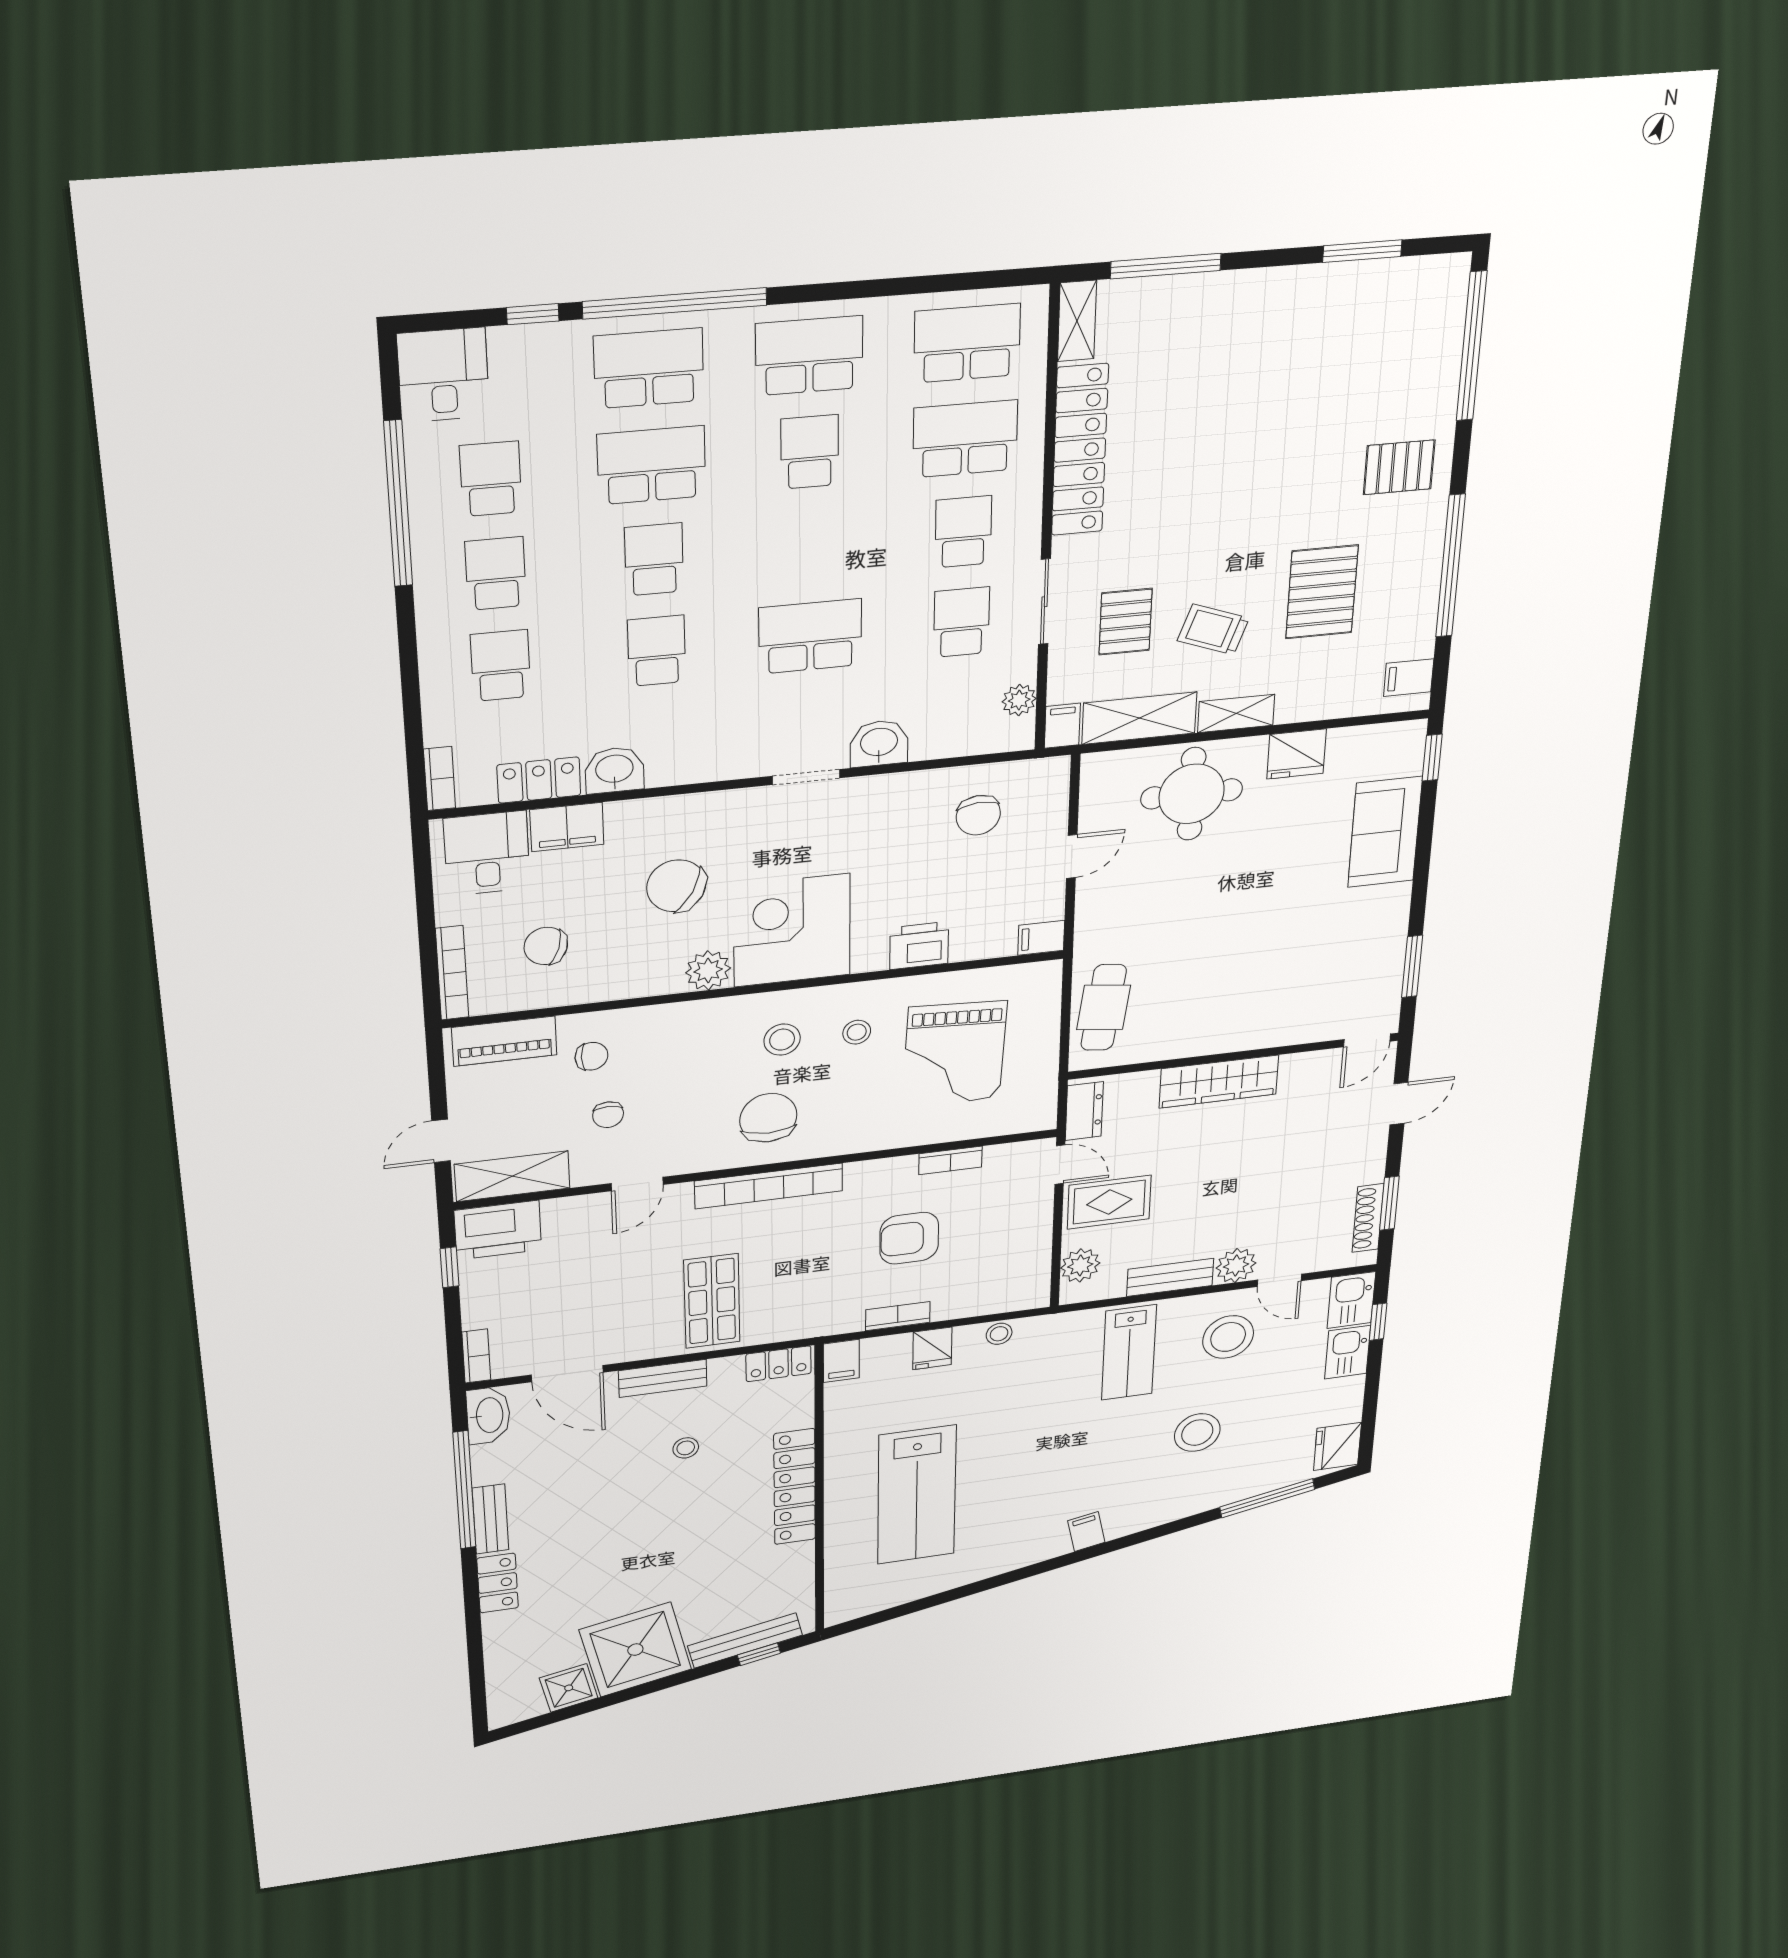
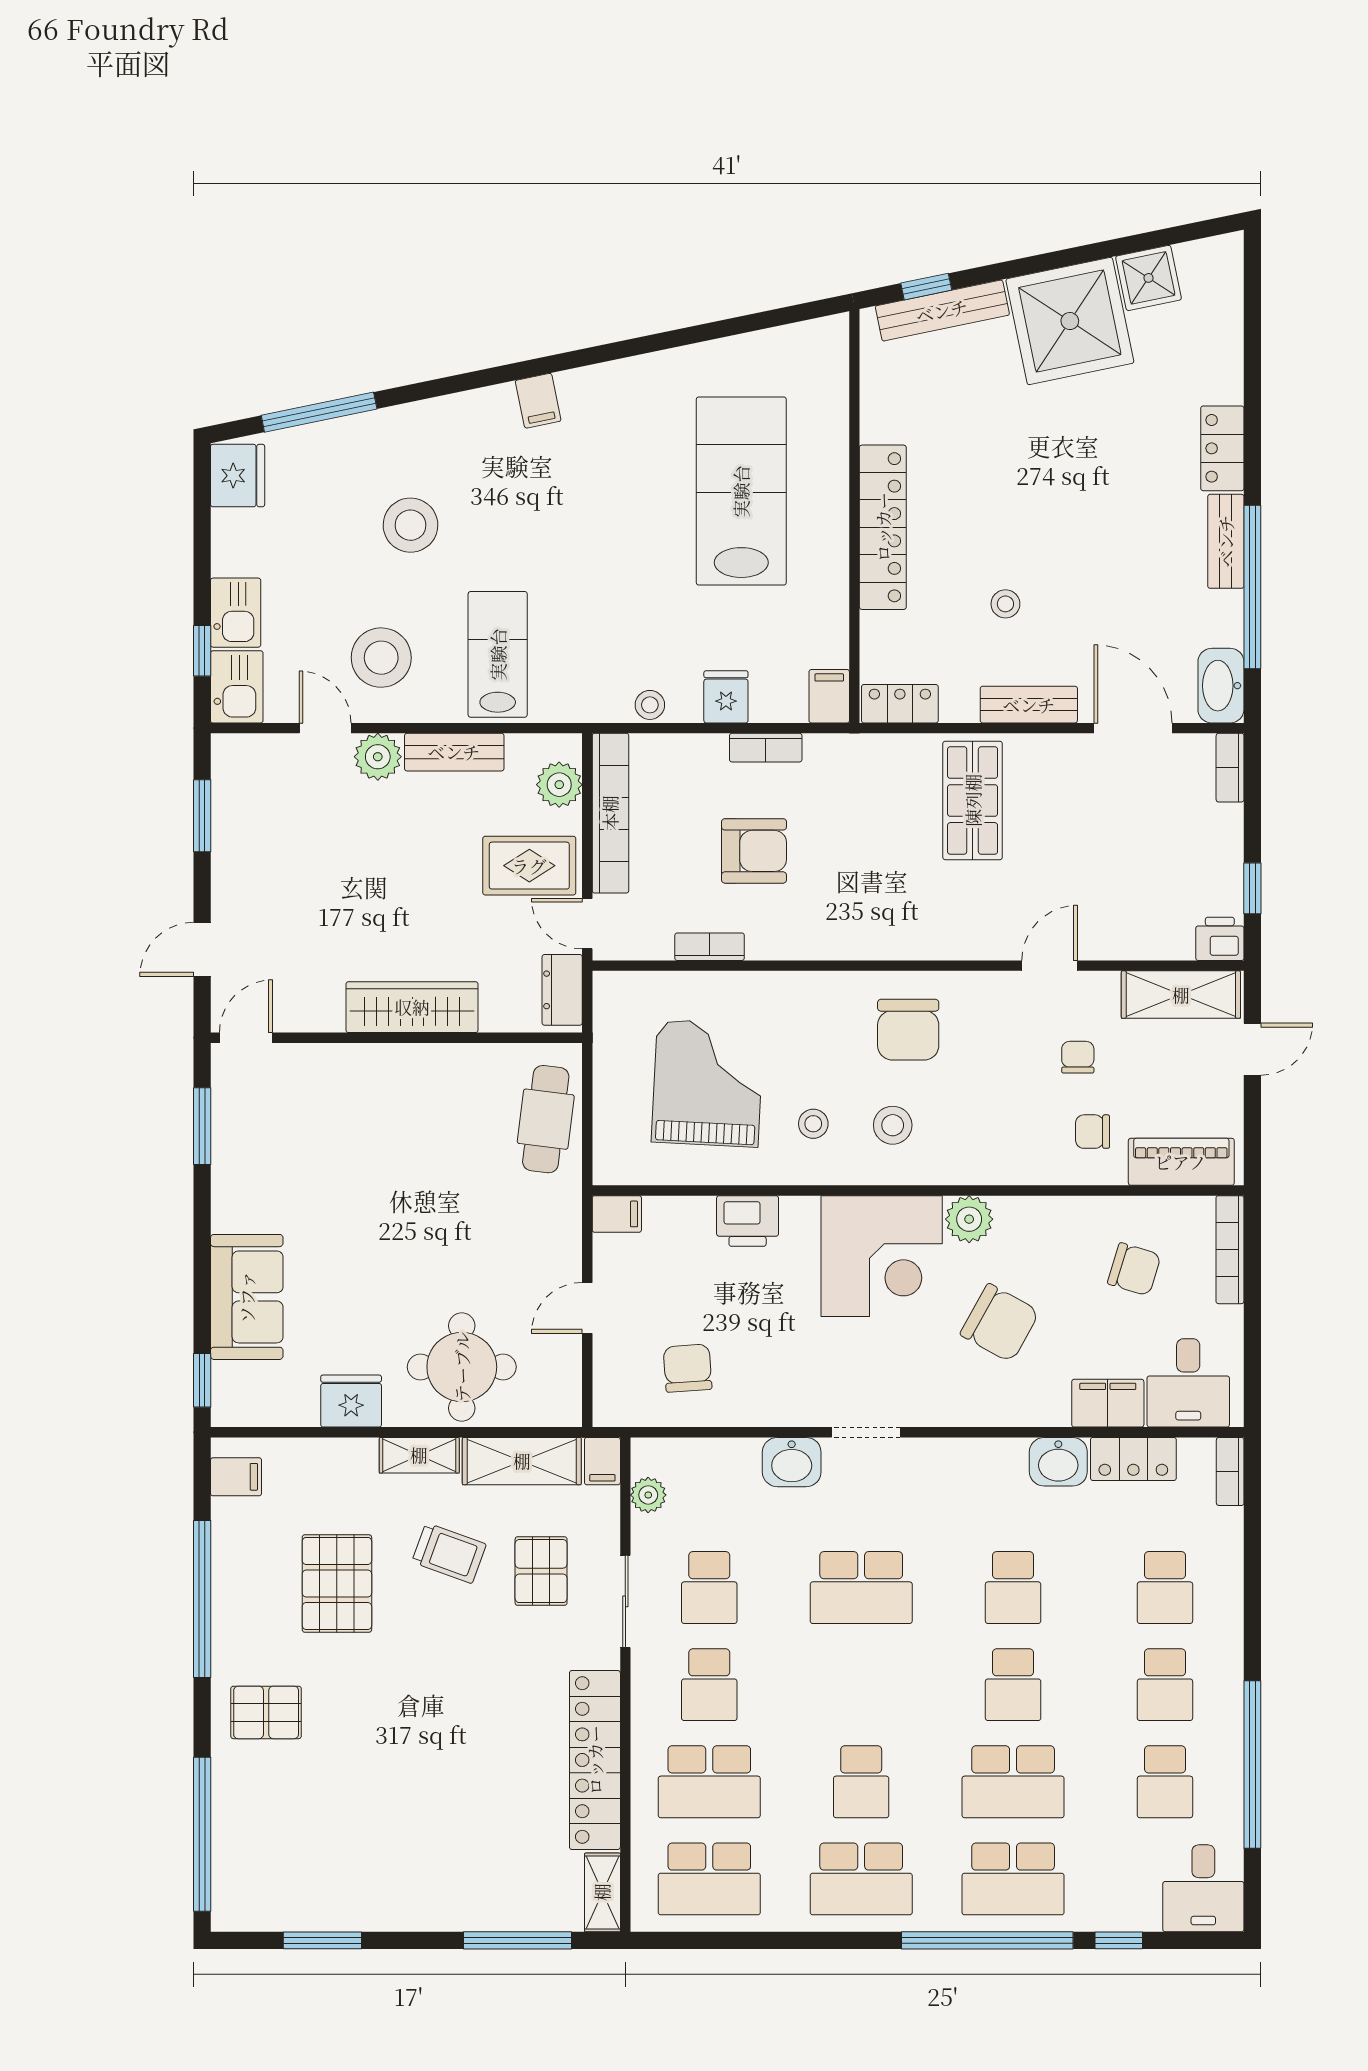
bookcase: (769, 1186) -> (610, 813), moved, turned 90
shoe rack: (1368, 1218) -> (226, 799), removed
printer: (498, 1230) -> (1220, 939), width x0.53, depth x0.68

